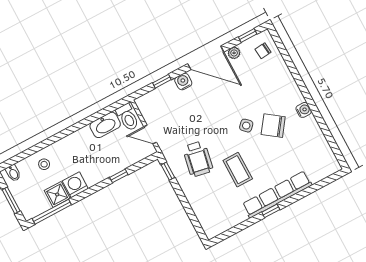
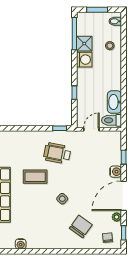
water cooler: (304, 110) -> (21, 244), moved
chair: (273, 126) -> (81, 226), moved

